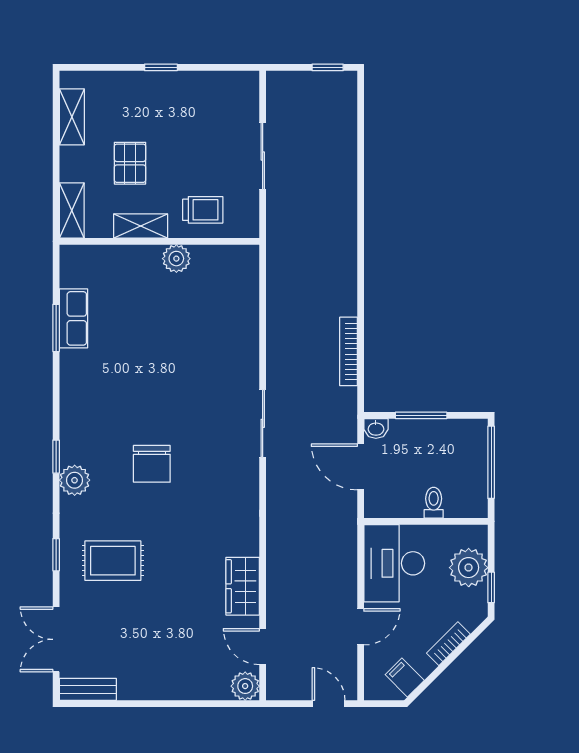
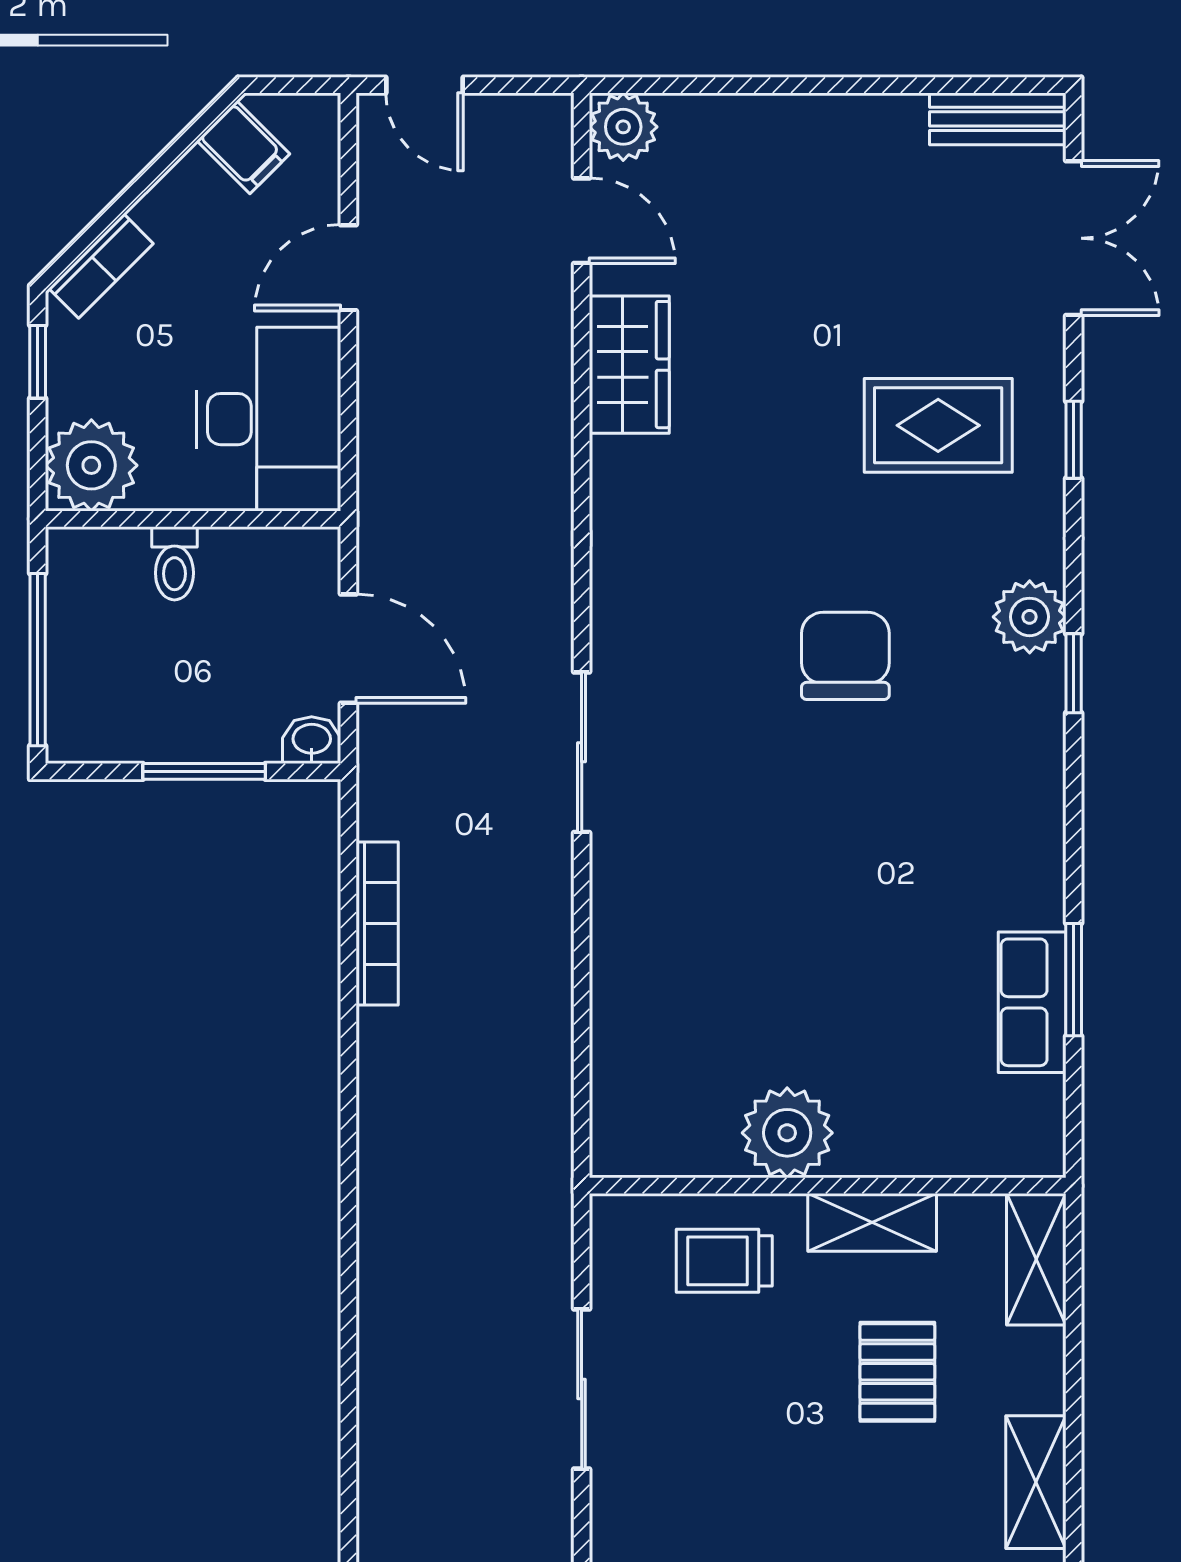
plant: (176, 259) -> (787, 1133), width x1.36, depth x1.36
plant: (469, 568) -> (91, 465), moved
bookcase: (448, 644) -> (101, 266), moved

